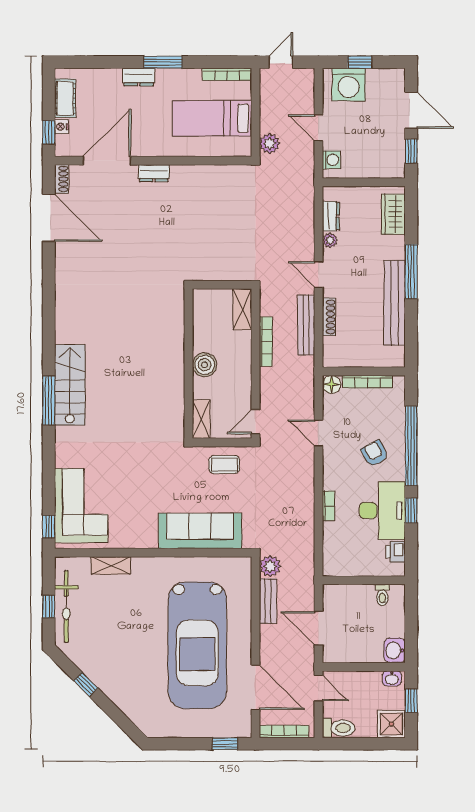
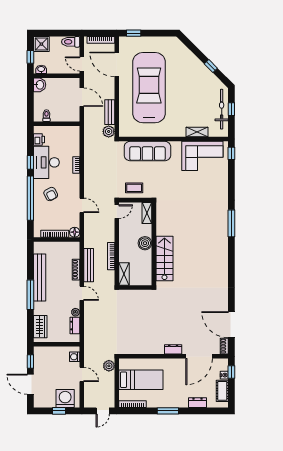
dresser: (139, 77) -> (197, 403), moved
stairs: (70, 385) -> (164, 258), moved, turned 180
corner sofa: (81, 506) -> (202, 156), moved, turned -90

